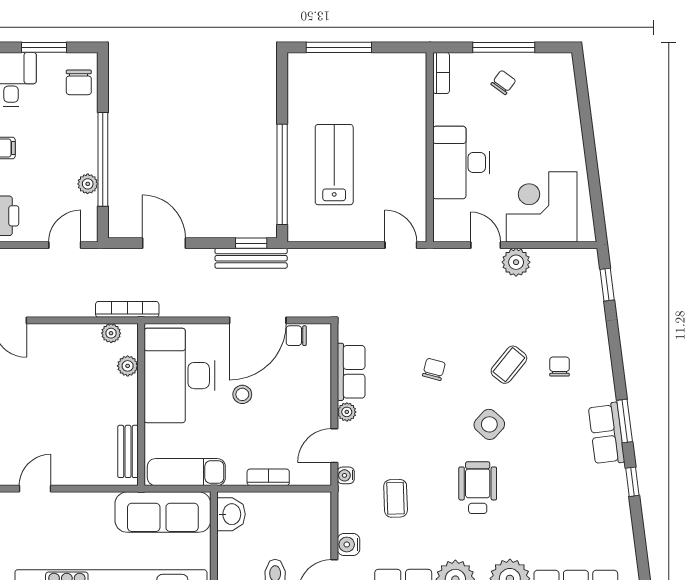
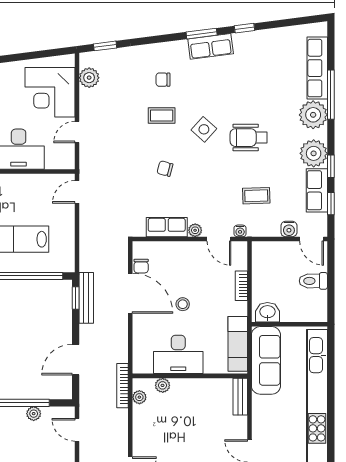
plant: (516, 262) -> (89, 78), moved
coffee table: (509, 365) -> (162, 115), turned -39
desk: (179, 376) -> (178, 354), width x0.73, depth x0.77
bench: (128, 451) -> (240, 397), moved, turned 90

